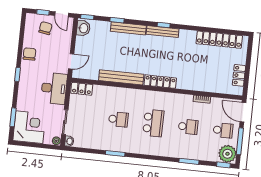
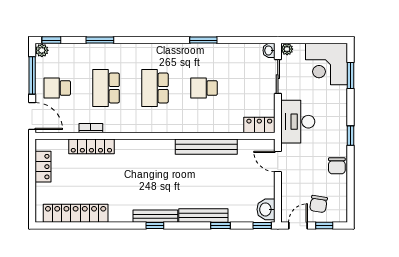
door: (62, 14) -> (298, 226), hinge flipped
door: (71, 61) -> (278, 162), hinge flipped
locker: (160, 82) -> (91, 146), moved
school desk: (188, 127) -> (106, 88), width x1.85
plant: (227, 154) -> (42, 50), width x0.53, depth x0.53

